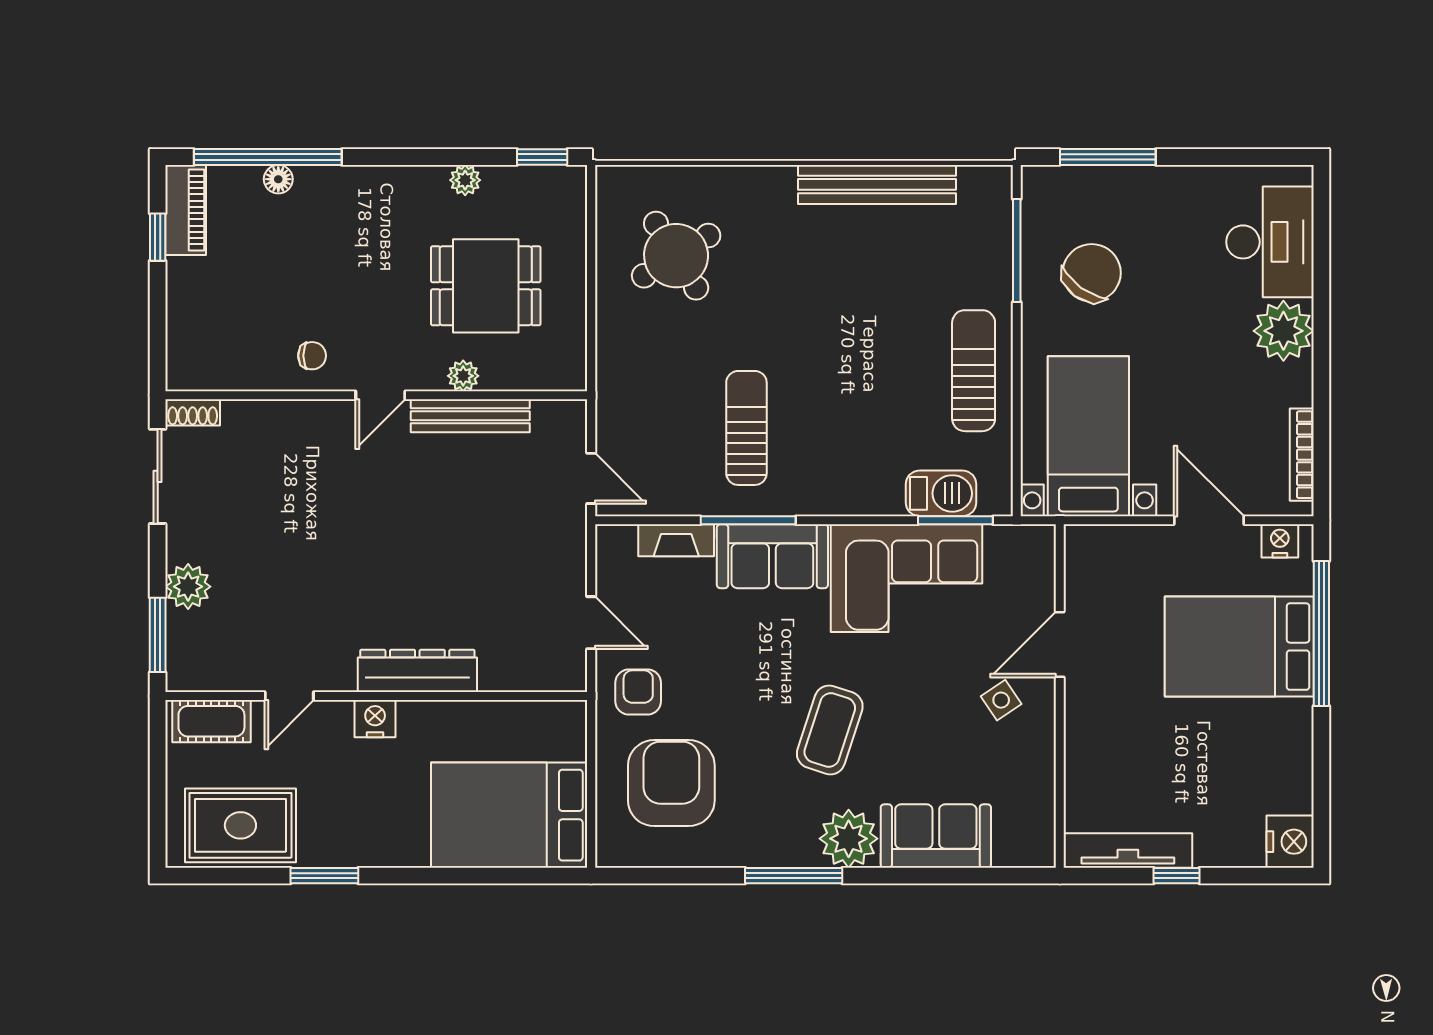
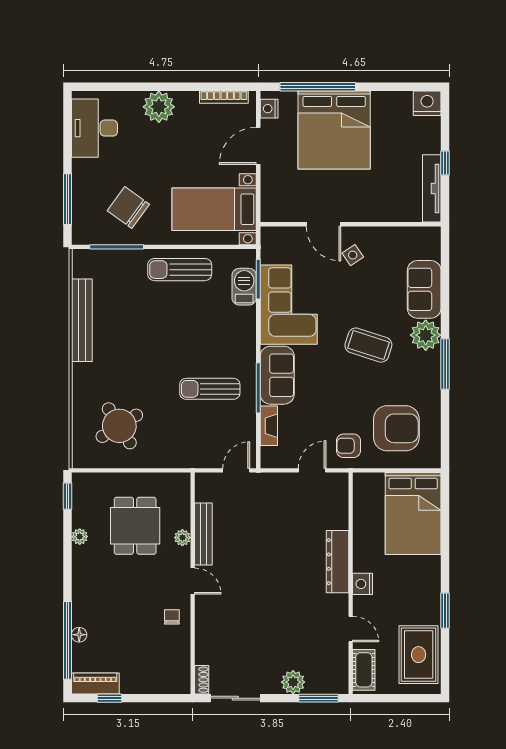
desk: (1270, 242) -> (95, 128), moved, turned -90
bed: (1239, 647) -> (334, 130), width x1.36
armchair: (671, 783) -> (396, 428), turned 180

